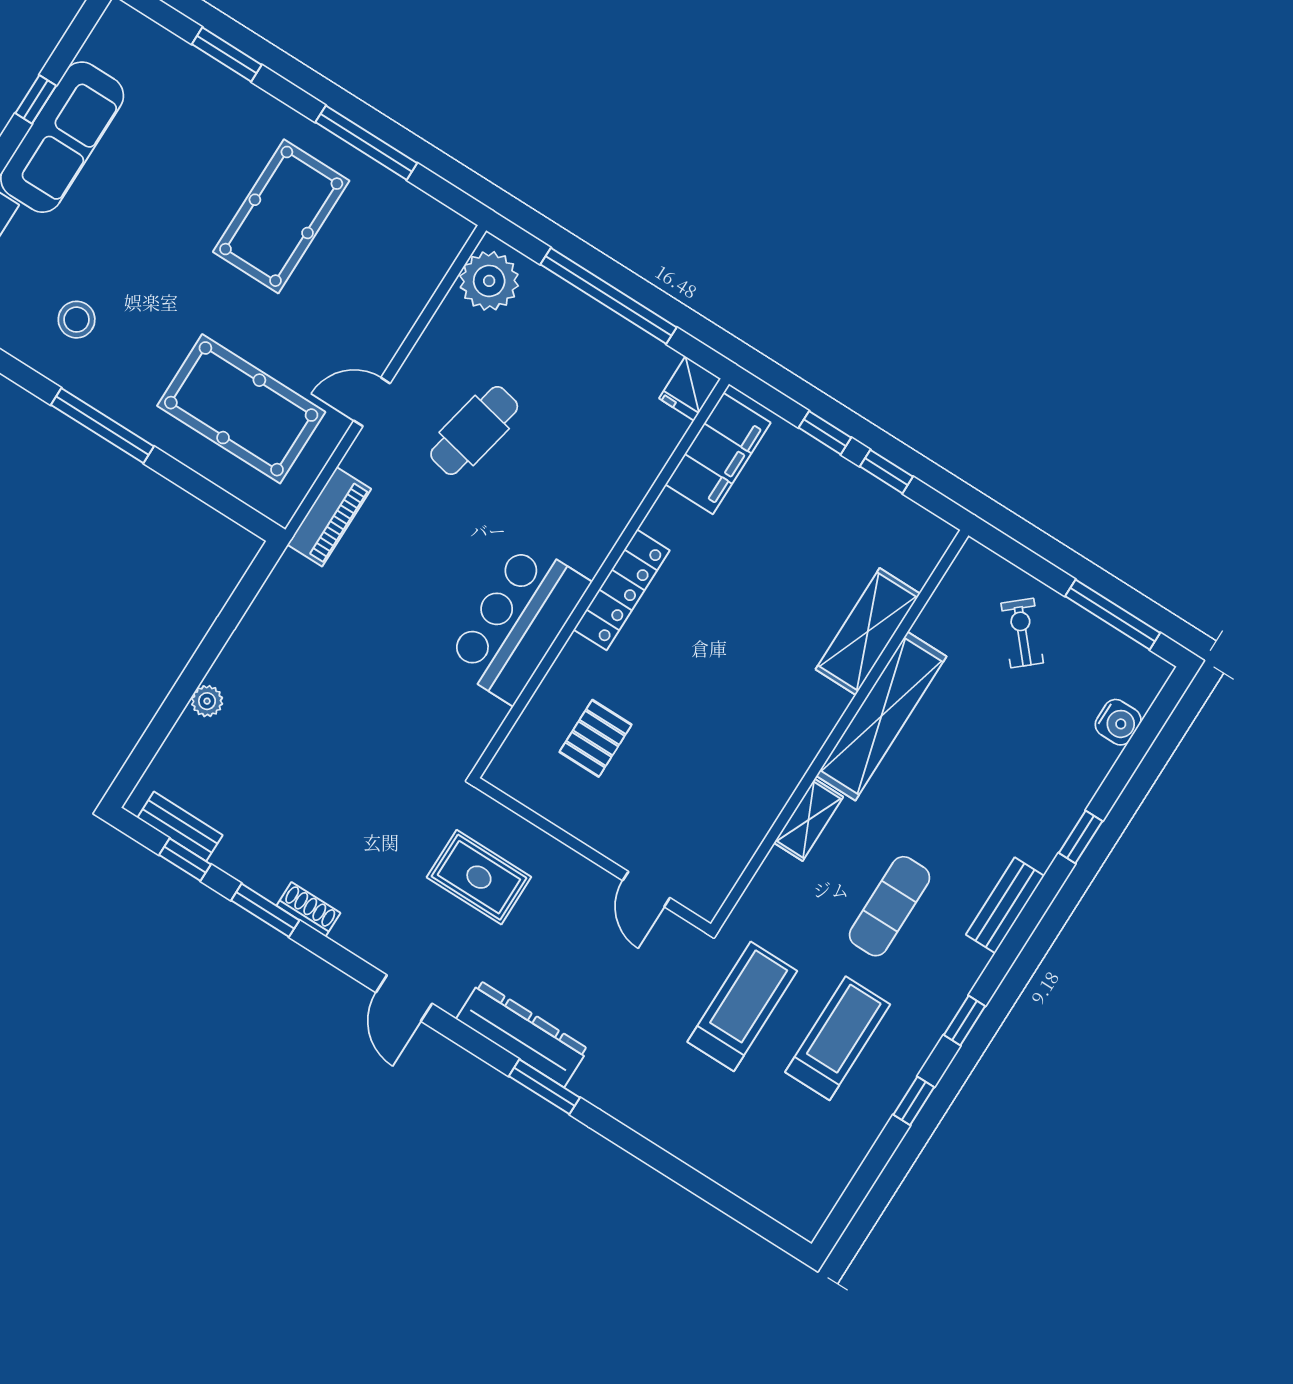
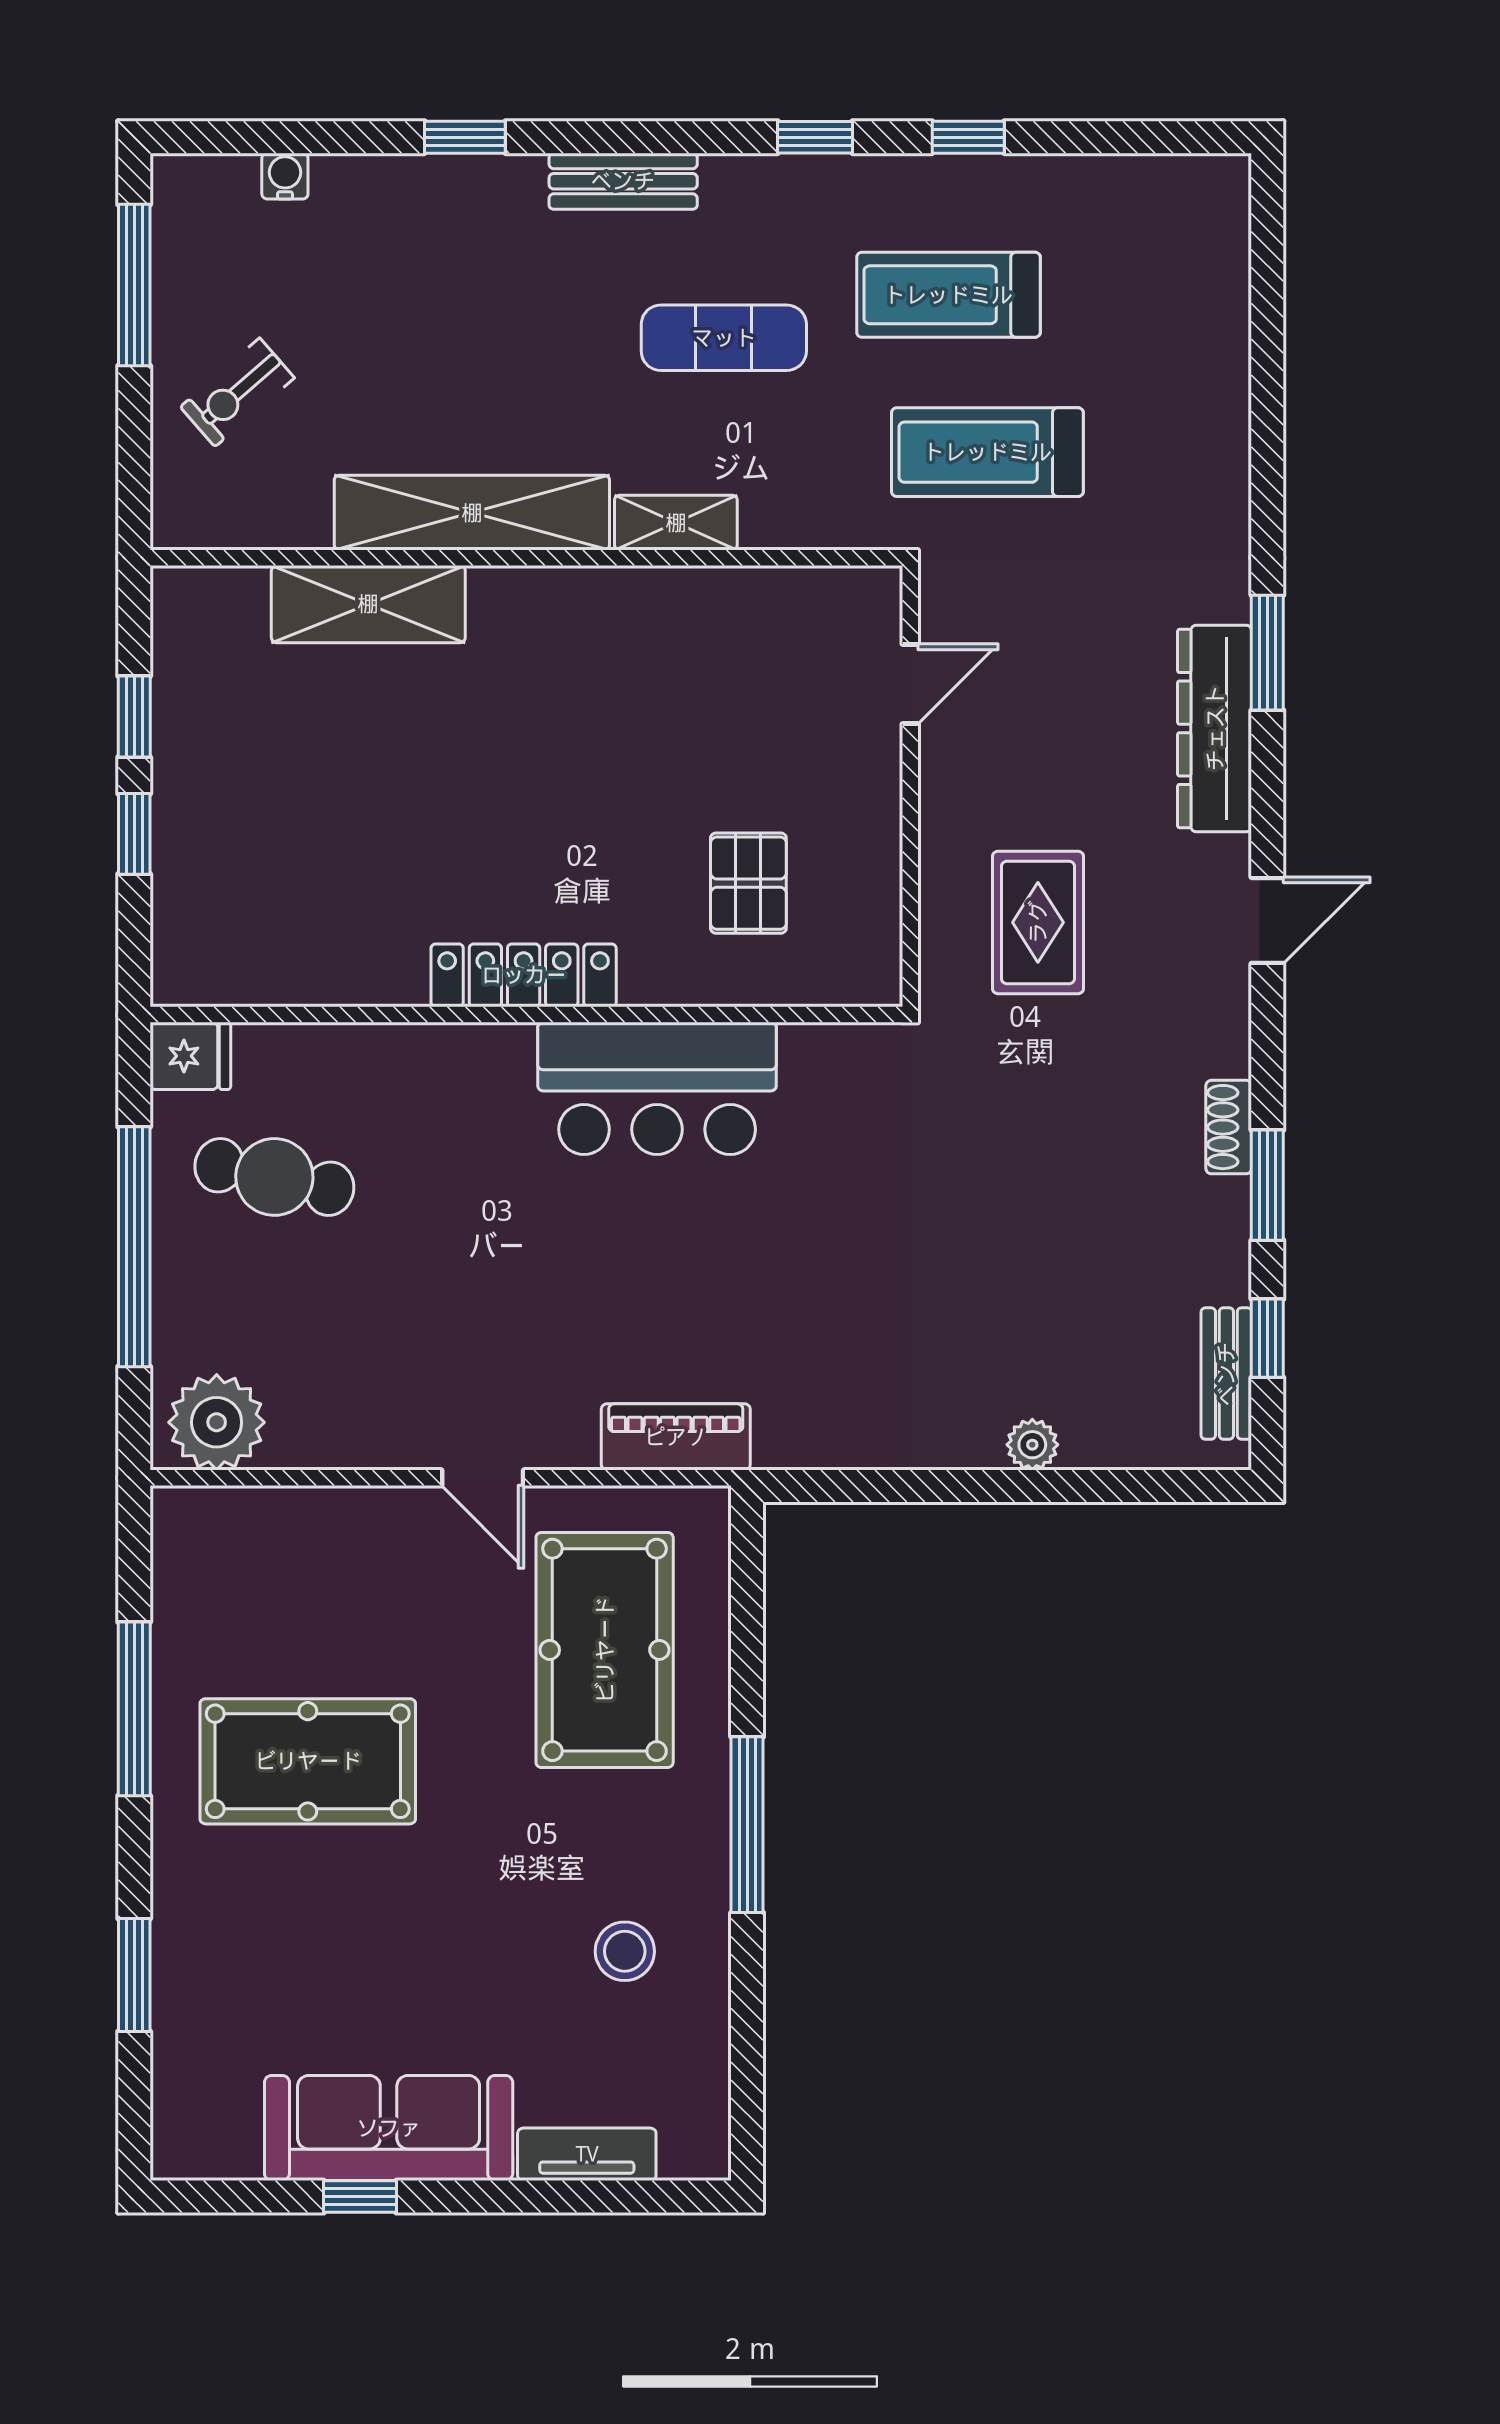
cafe table: (474, 430) -> (274, 1177), moved
filing cabinet: (718, 454) -> (255, 962), removed
water cooler: (1118, 722) -> (285, 176), width x0.72, depth x0.72
pallet: (596, 738) -> (748, 883), turned 90

